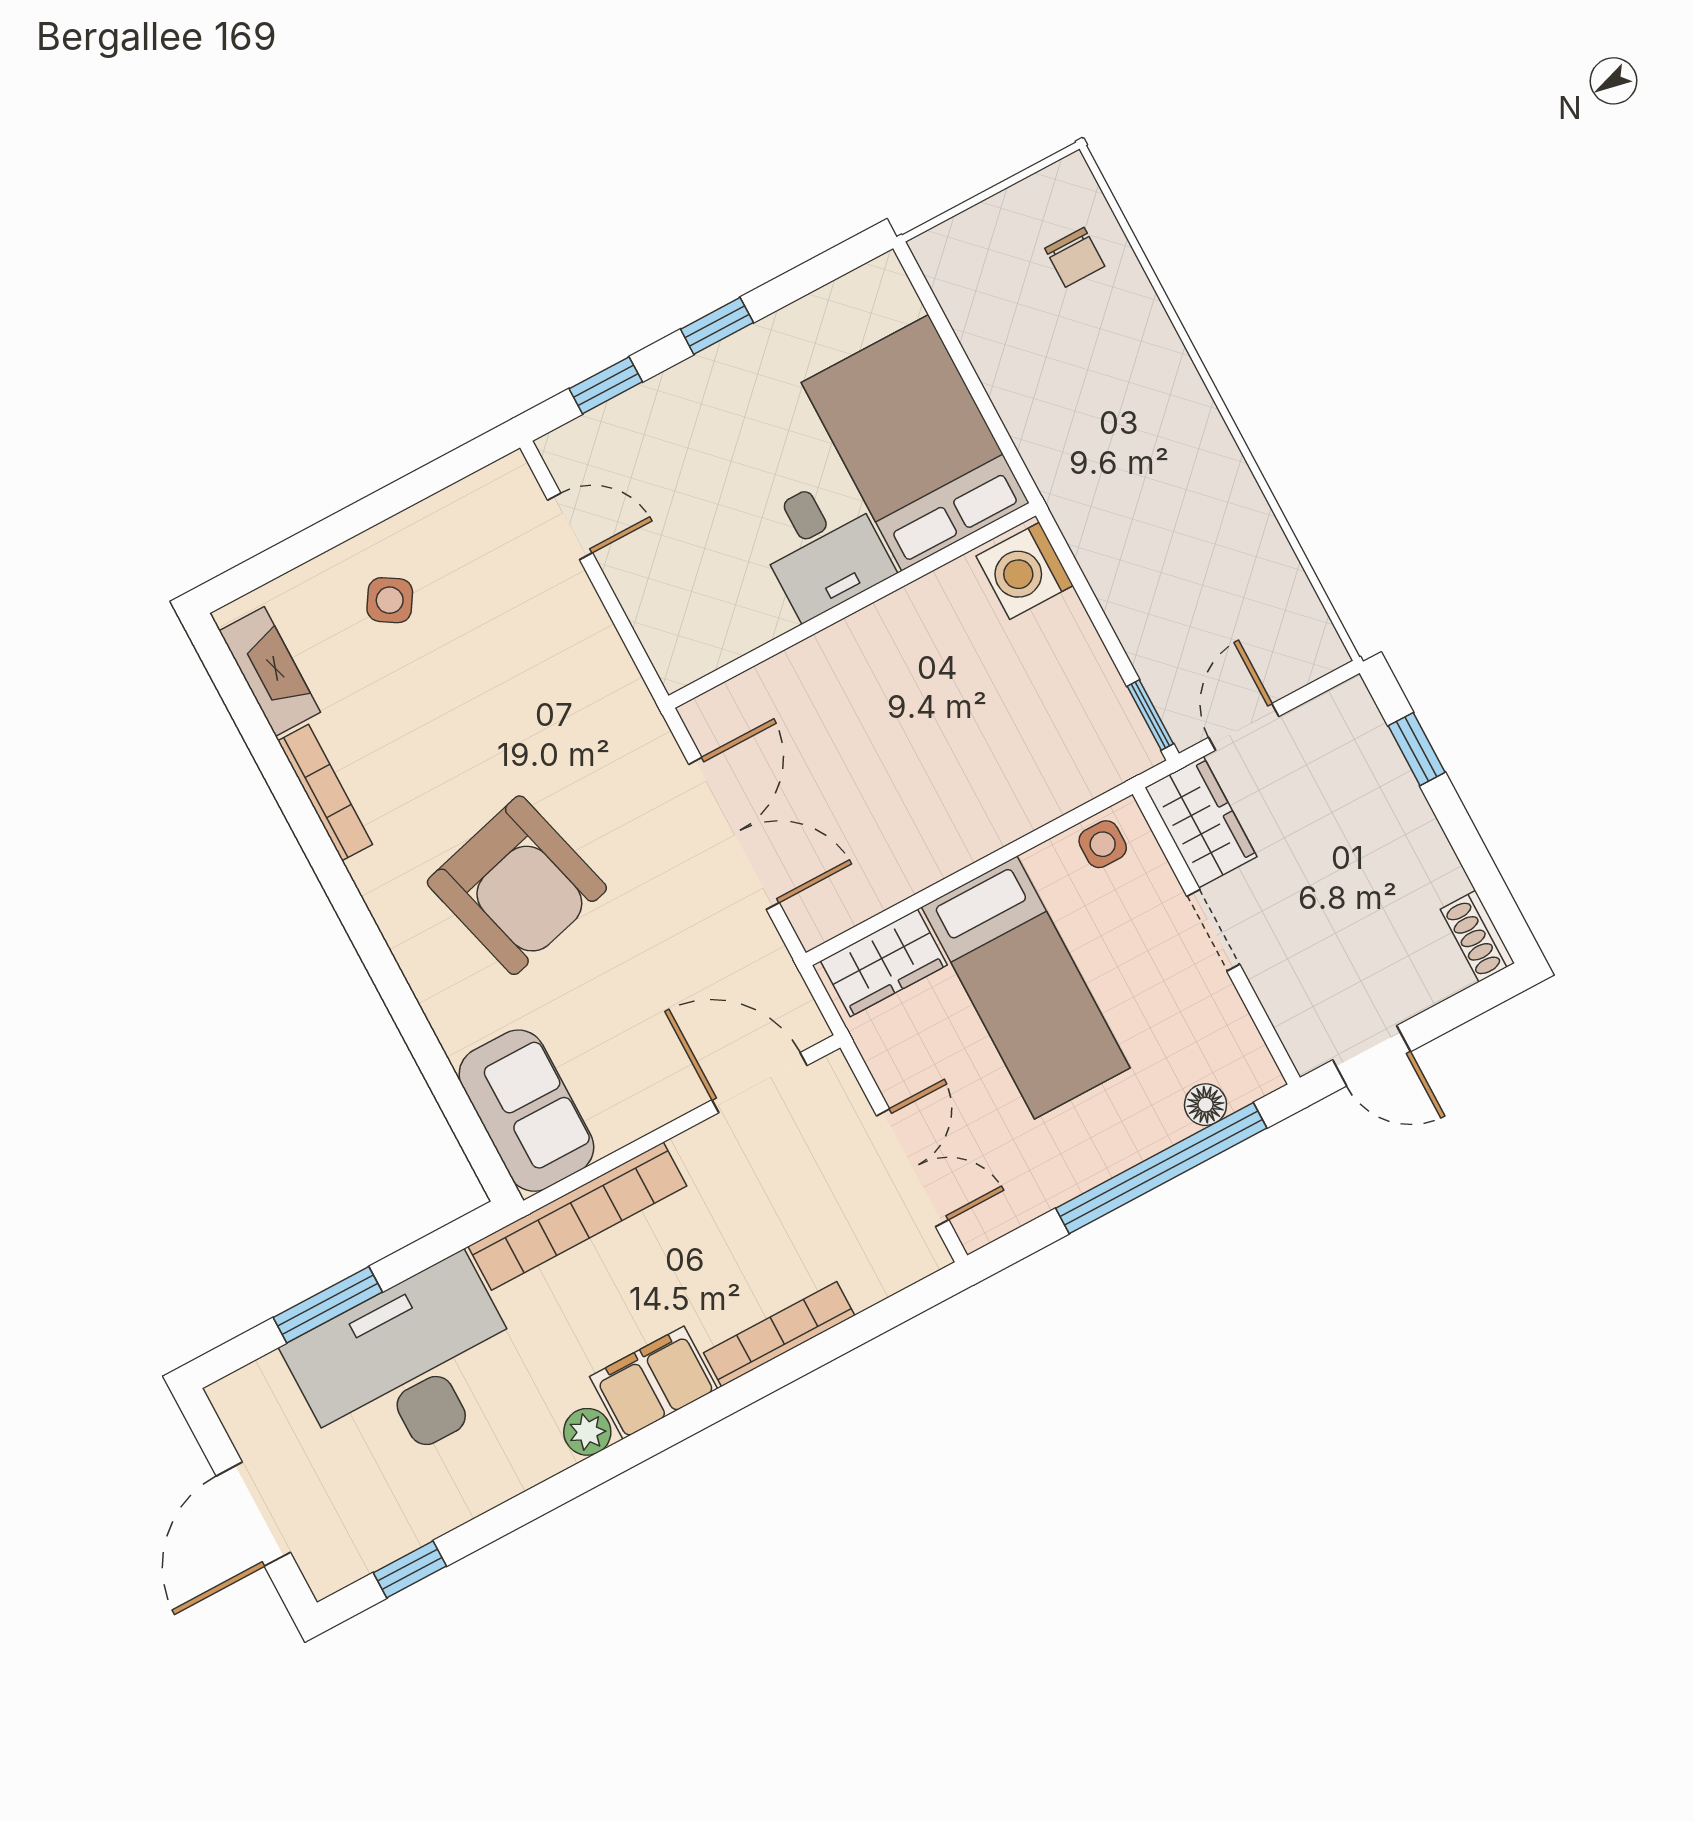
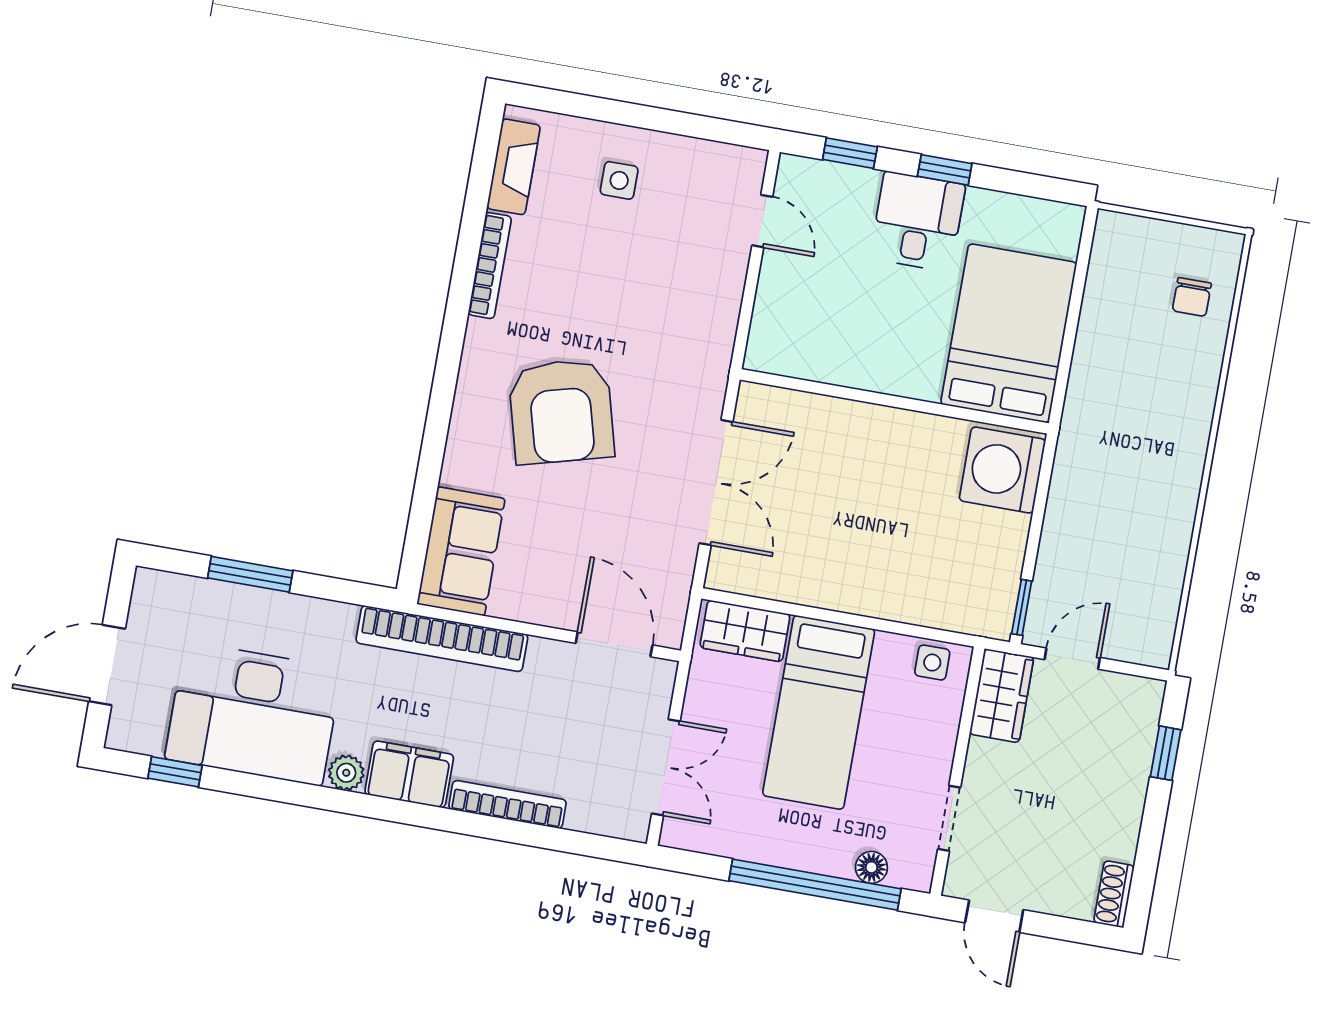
desk: (822, 547) -> (918, 222), moved, turned 180
washing machine: (1025, 571) -> (1002, 470), width x1.37, depth x1.37
side table: (390, 600) -> (619, 180), turned -32
doorway: (1213, 930) -> (949, 818), moved
desk: (408, 1367) -> (253, 714), moved, turned 180

